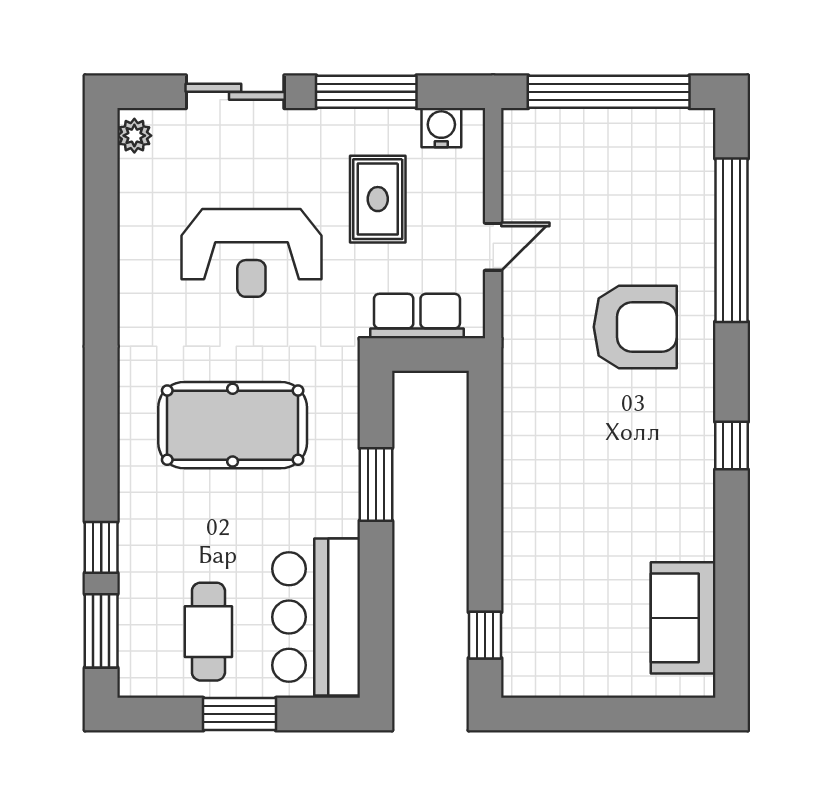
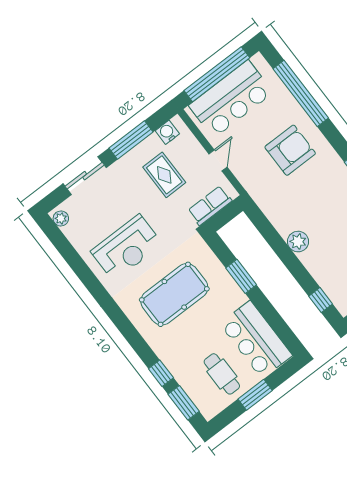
bar counter: (600, 155) -> (231, 99), added
reception desk: (251, 253) -> (126, 248), moved
plant: (525, 500) -> (298, 242), added

